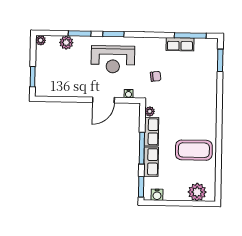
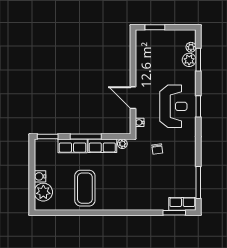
window: (80, 34) -> (198, 60), moved
plant: (41, 40) -> (191, 47), moved
row of seats: (180, 44) -> (182, 204), moved, turned 90
reception desk: (113, 59) -> (173, 106), turned 180
water cooler: (157, 195) -> (40, 176), moved

